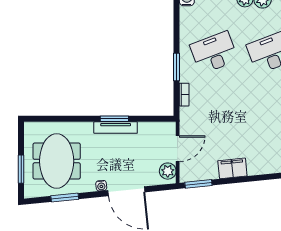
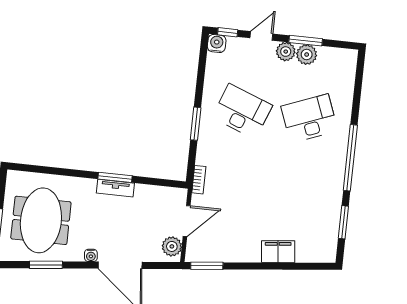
desk: (214, 53) -> (242, 111), turned 42
bookcase: (184, 95) -> (199, 180), moved
tv unit: (116, 128) -> (115, 188), width x0.71
filing cabinet: (232, 168) -> (278, 252), moved

